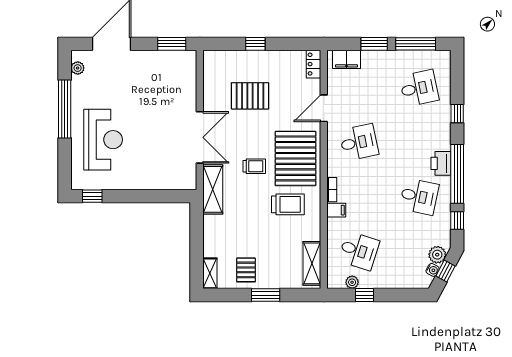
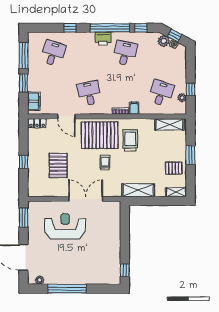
desk: (419, 88) -> (53, 53), turned 30
reception desk: (103, 140) -> (65, 226), moved
shelving: (213, 189) -> (138, 190), moved

